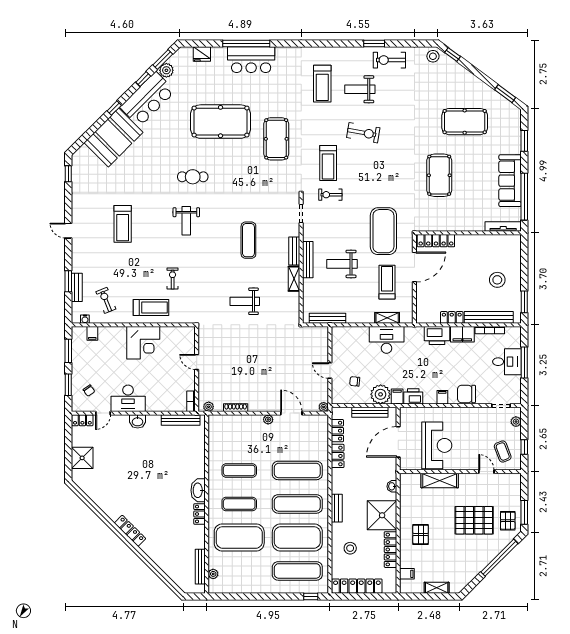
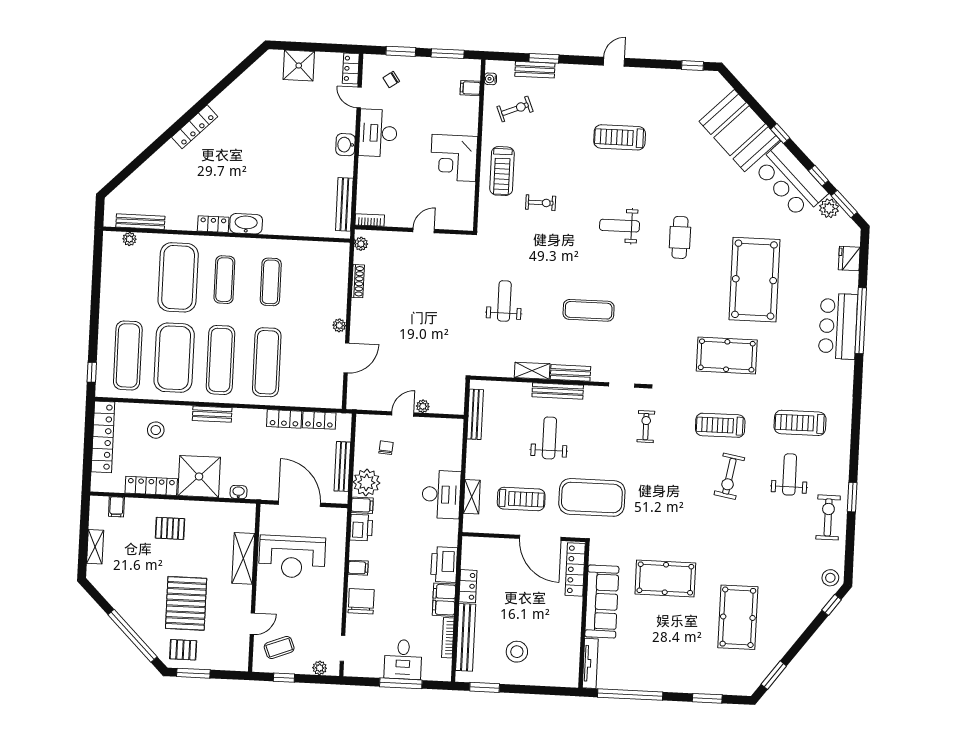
treadmill: (328, 163) -> (720, 425), moved
sofa: (510, 181) -> (602, 602), moved, turned 90
plant: (324, 407) -> (423, 406), moved

